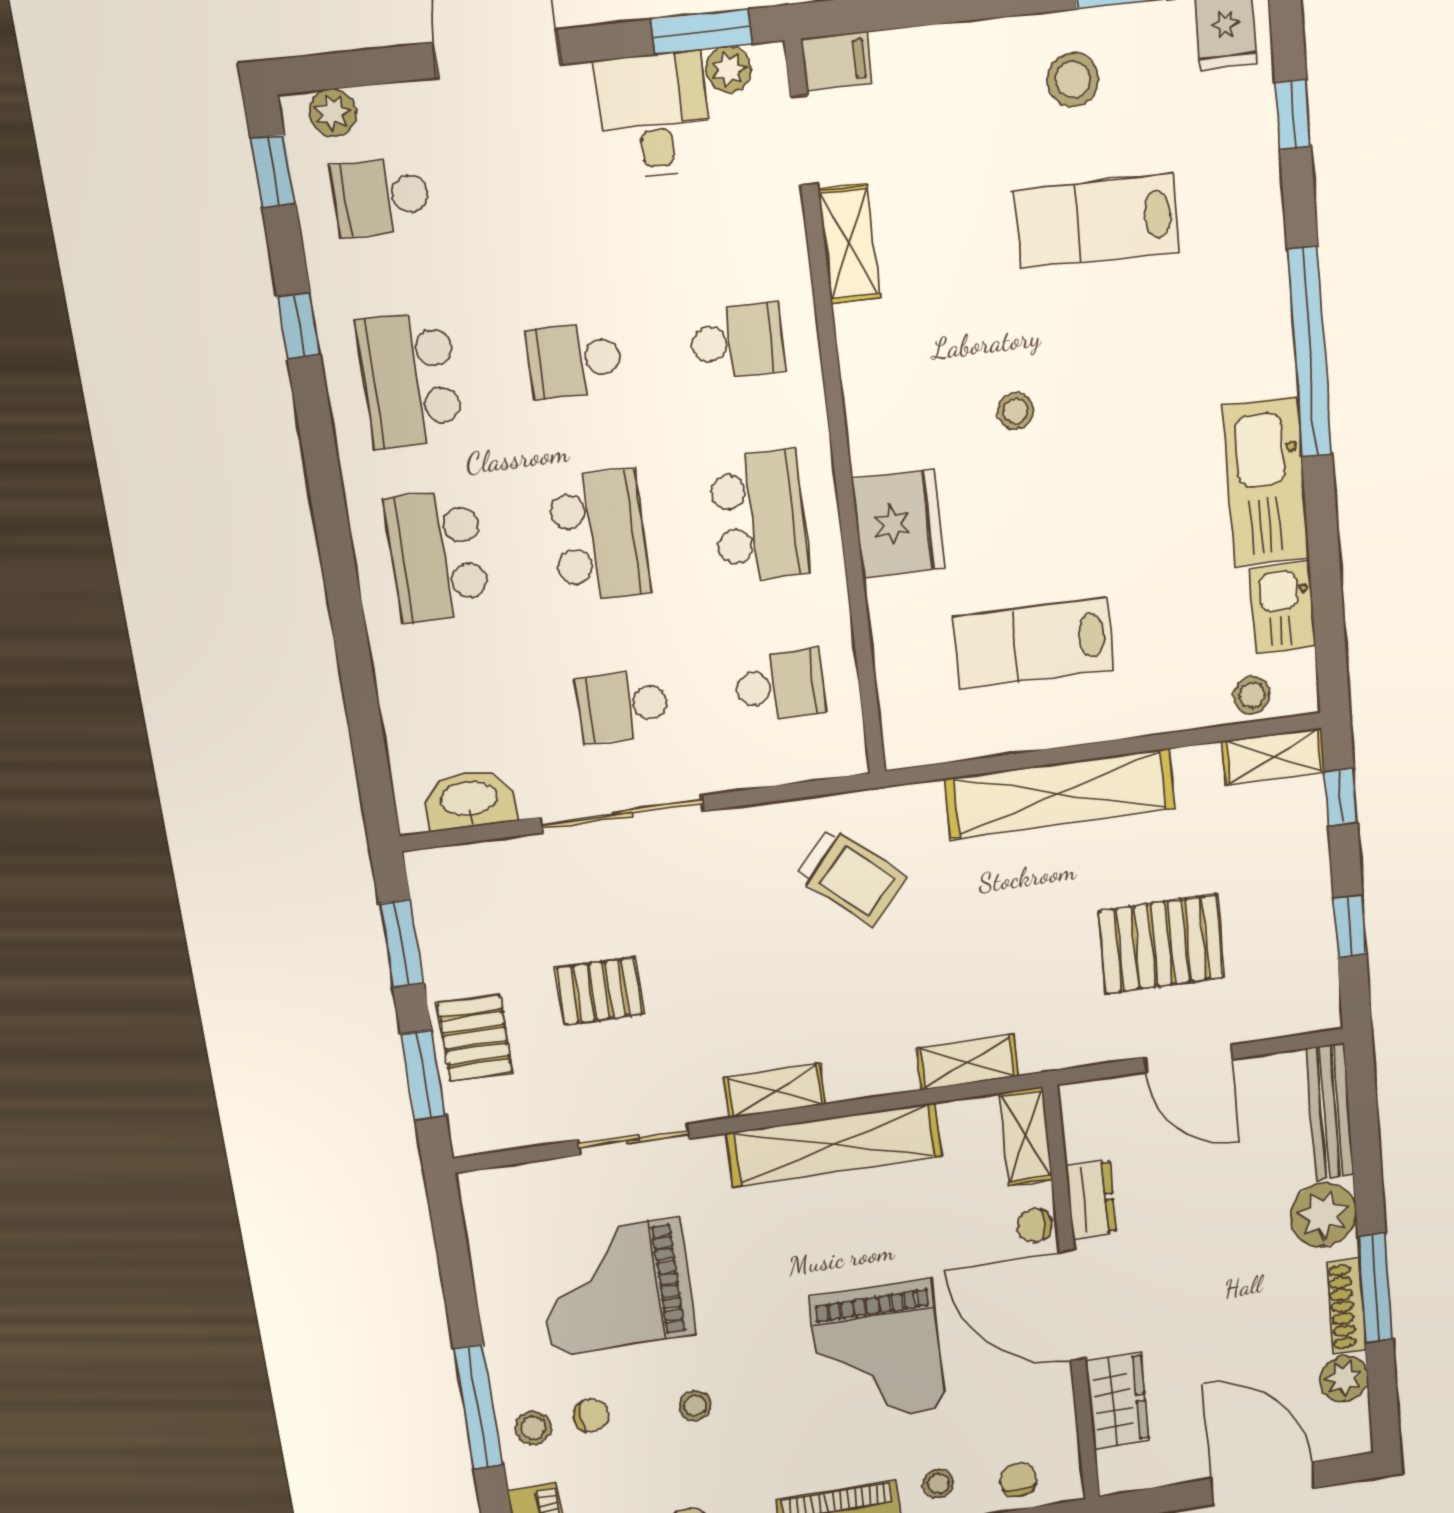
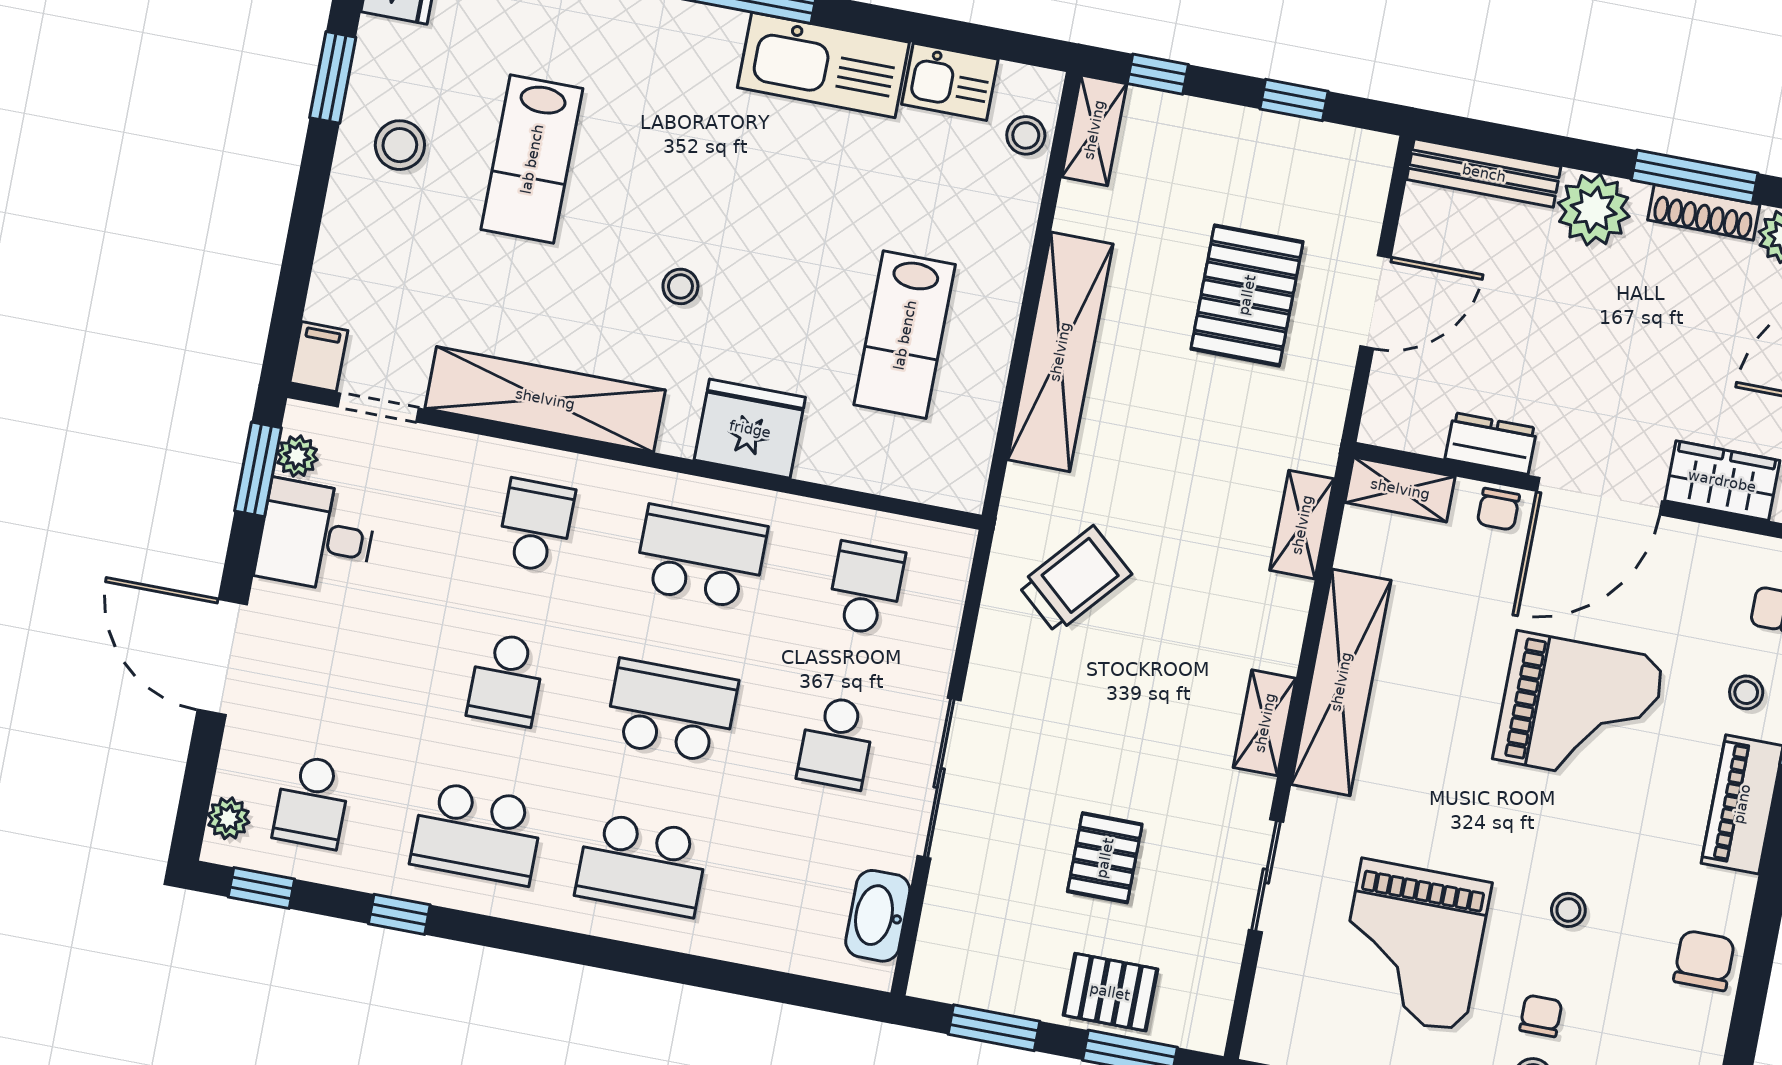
shelving: (849, 244) -> (545, 399), width x2.20, depth x1.33

